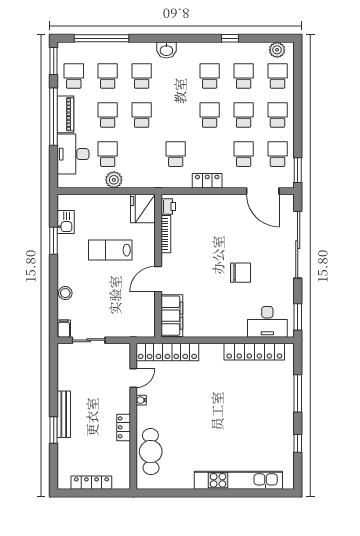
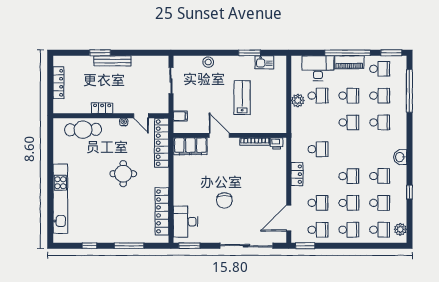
washbasin: (166, 50) -> (400, 157), moved
fridge: (143, 208) -> (275, 123), removed
filing cabinet: (64, 329) -> (180, 116), moved
round table: (207, 401) -> (123, 174), added

